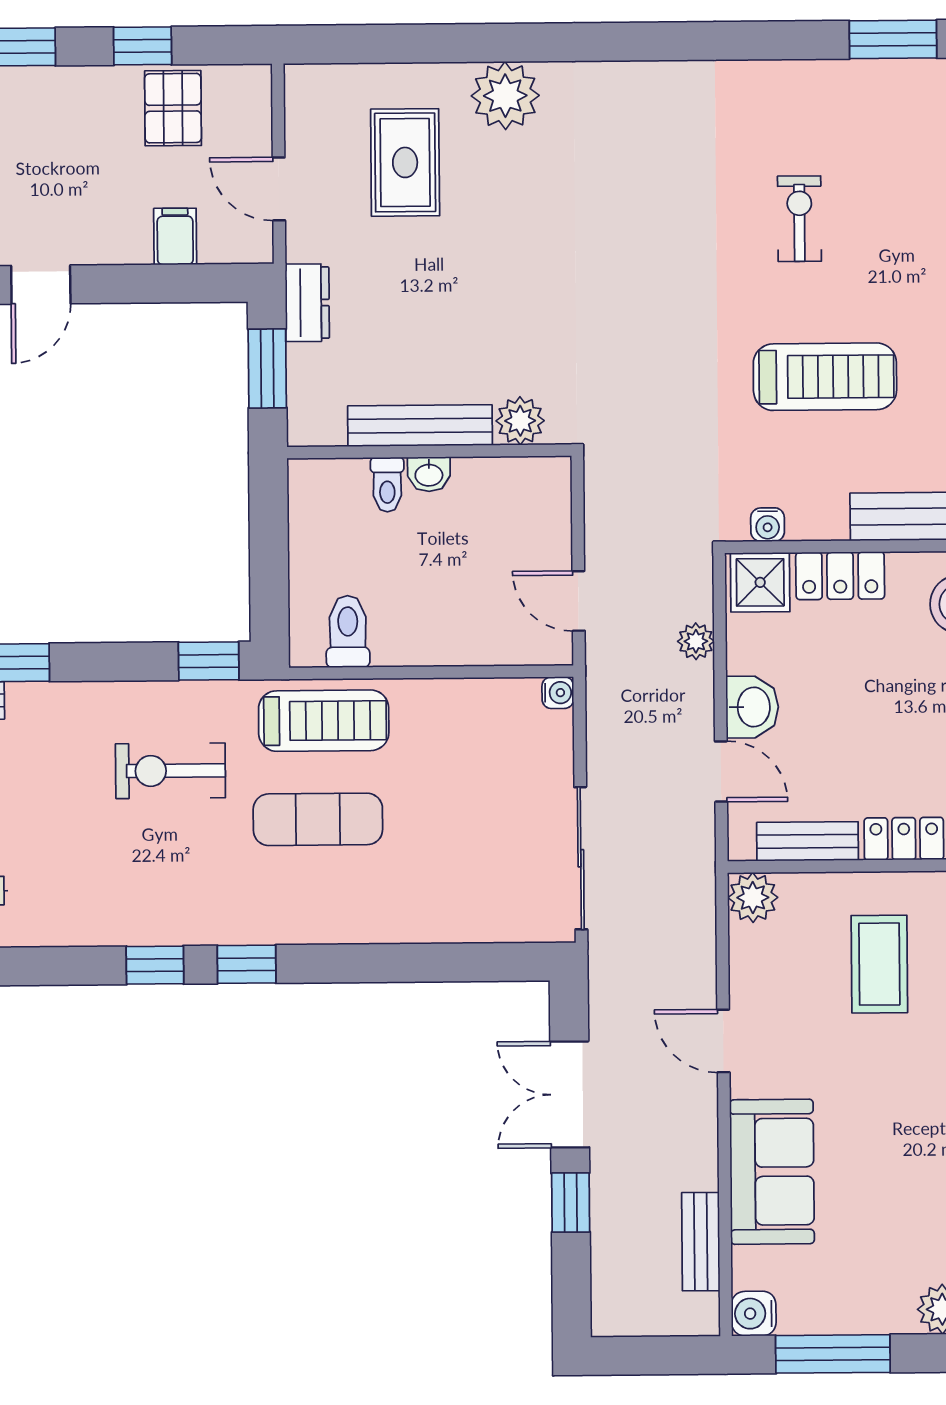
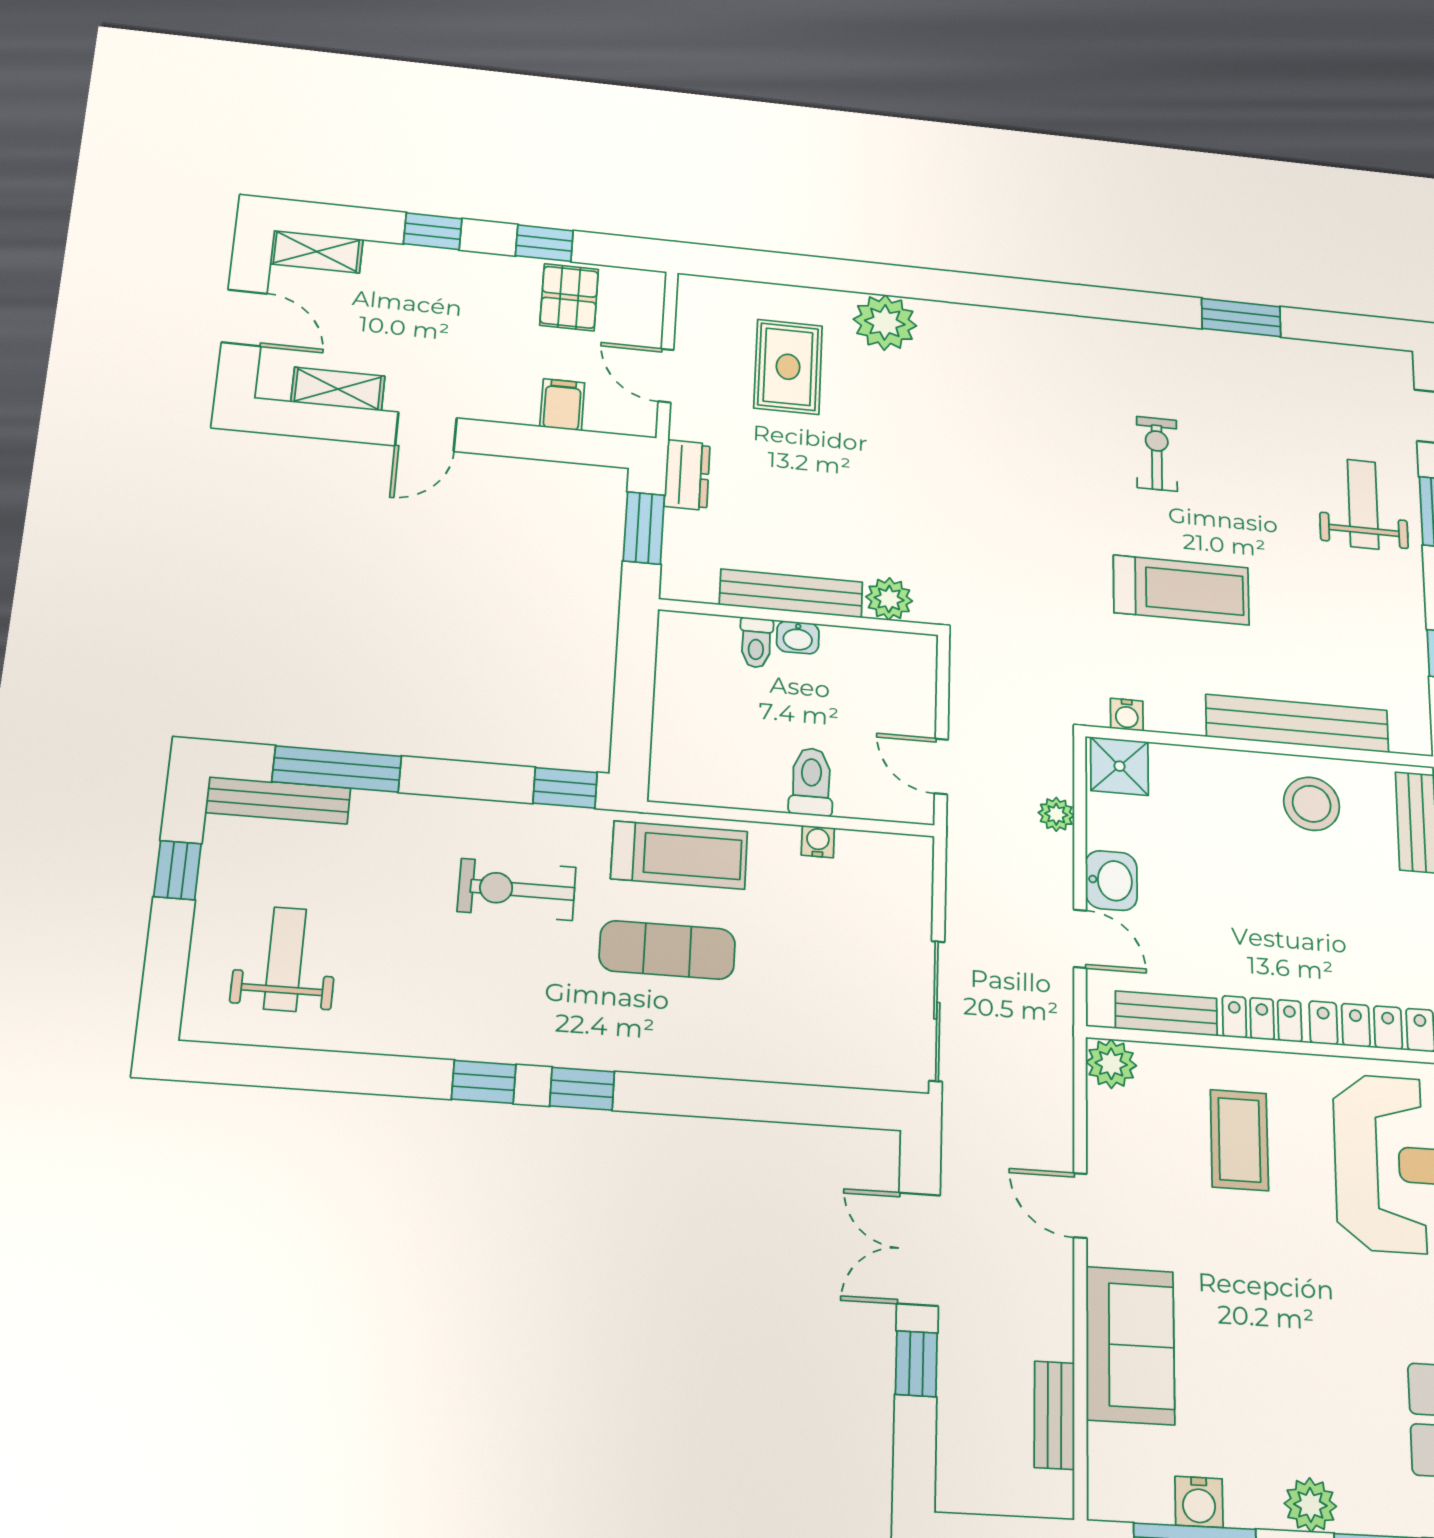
locker: (840, 576) -> (1197, 767), removed
toilet: (348, 631) -> (811, 782), moved
water cooler: (558, 693) -> (818, 842), moved, turned -90
water cooler: (754, 1314) -> (1199, 1502), moved, turned -90

